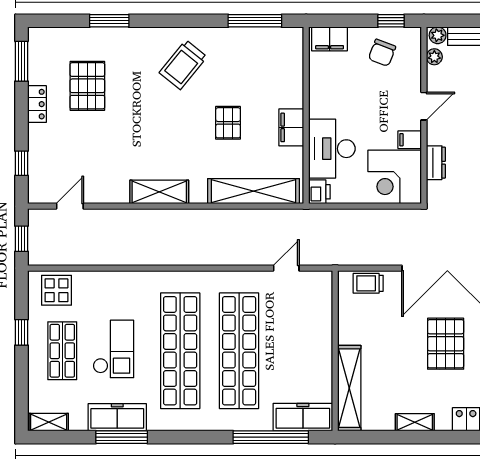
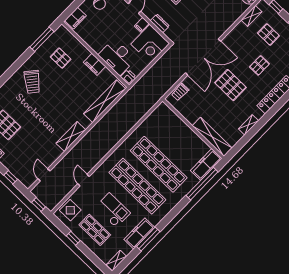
pallet: (228, 123) -> (61, 58), moved
door: (286, 268) -> (84, 180), moved

